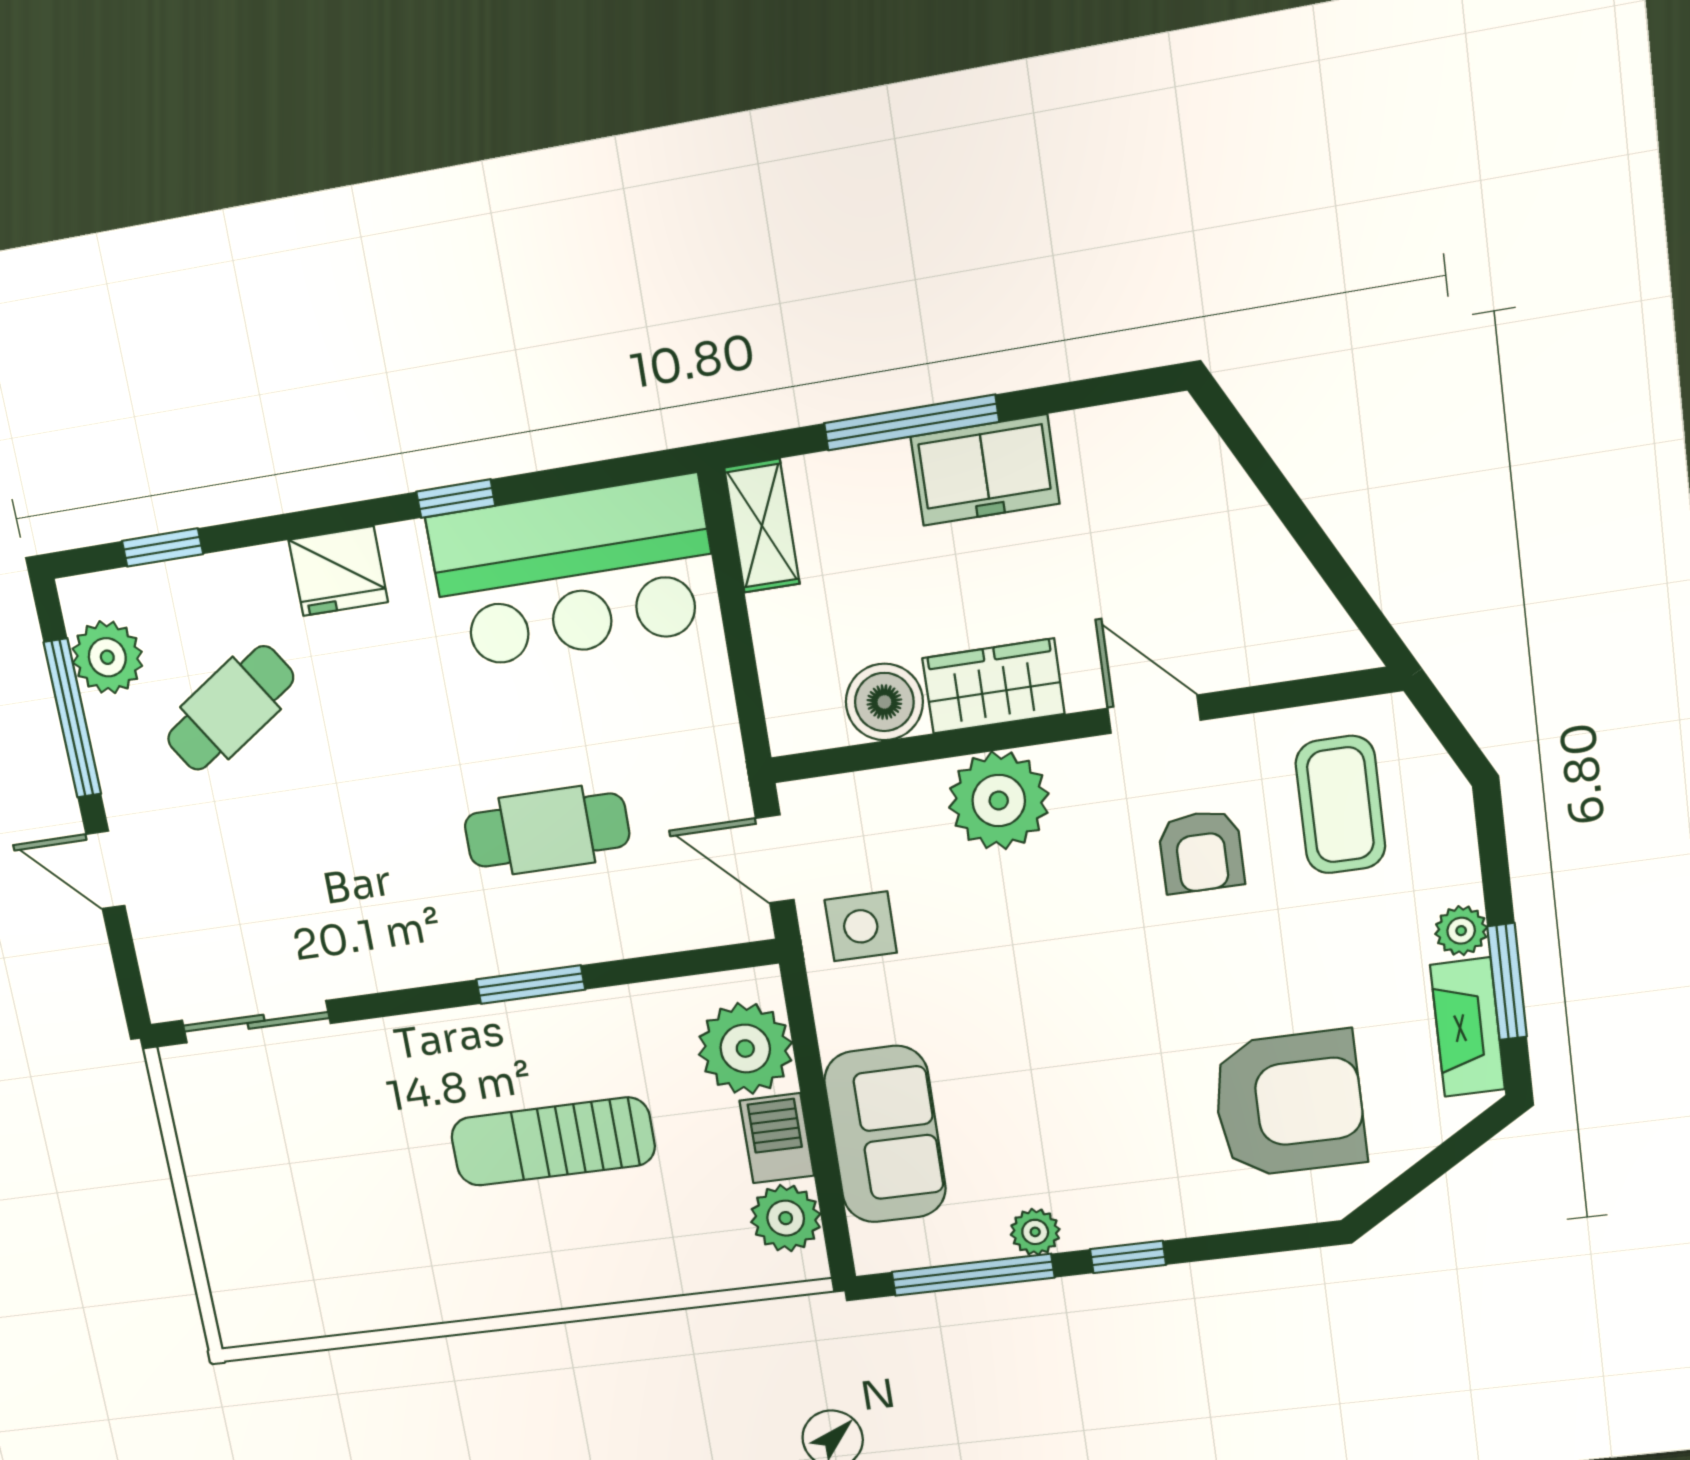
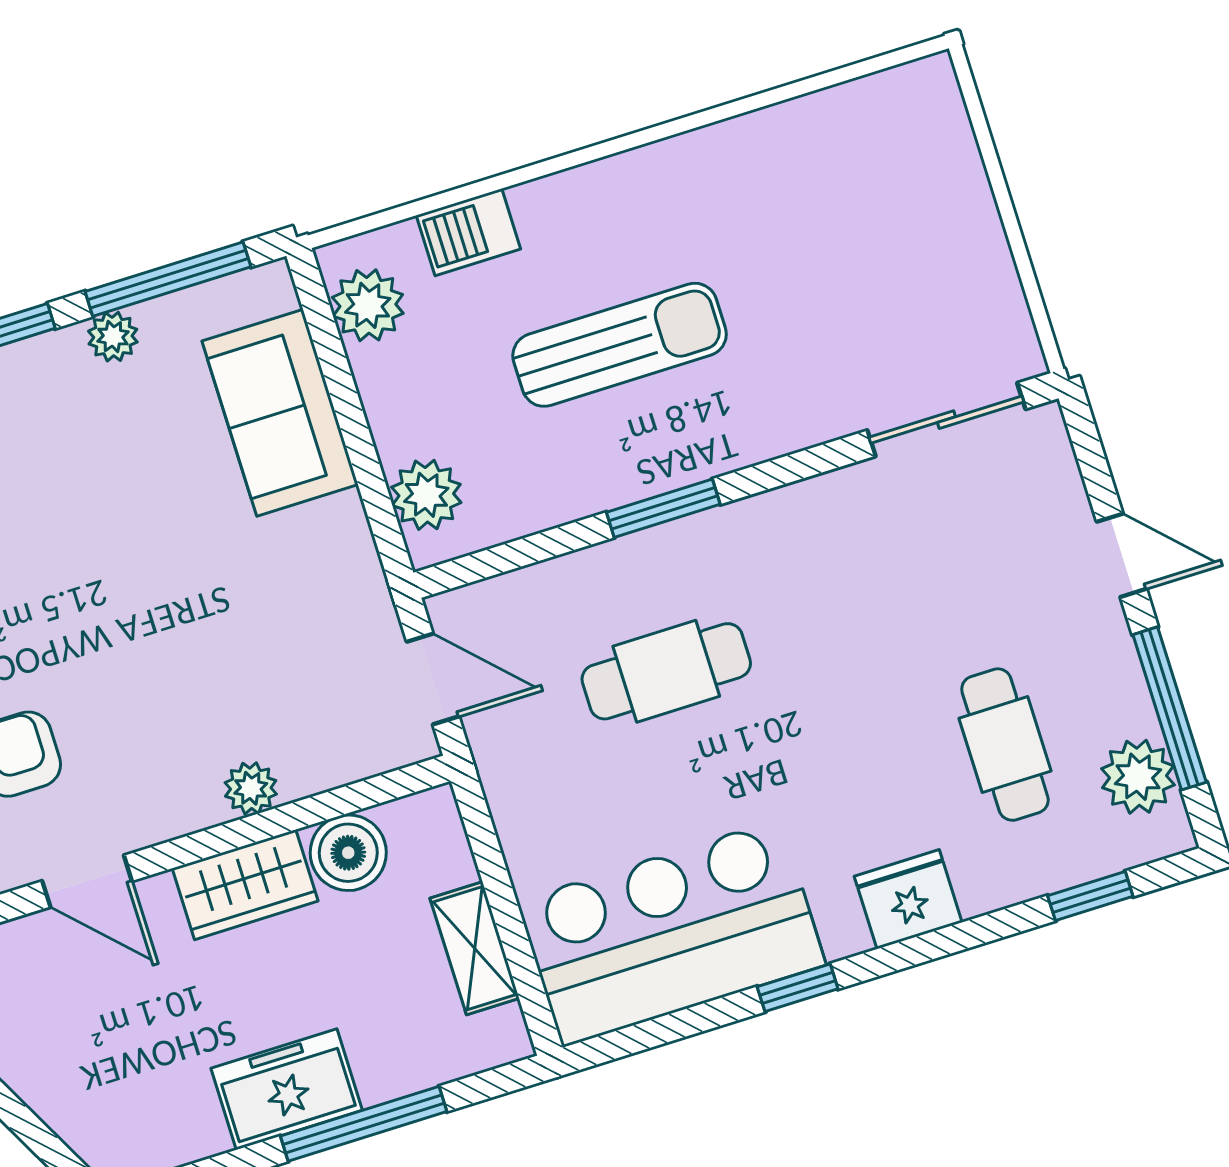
shelving: (762, 526) -> (475, 948), moved
cafe table: (230, 708) -> (1005, 745), turned -57
plant: (999, 801) -> (251, 788), width x0.53, depth x0.53
side table: (861, 926) -> (337, 625), removed
plant: (745, 1049) -> (426, 495), width x0.73, depth x0.73
barbecue: (777, 1138) -> (468, 232), moved, turned 90

